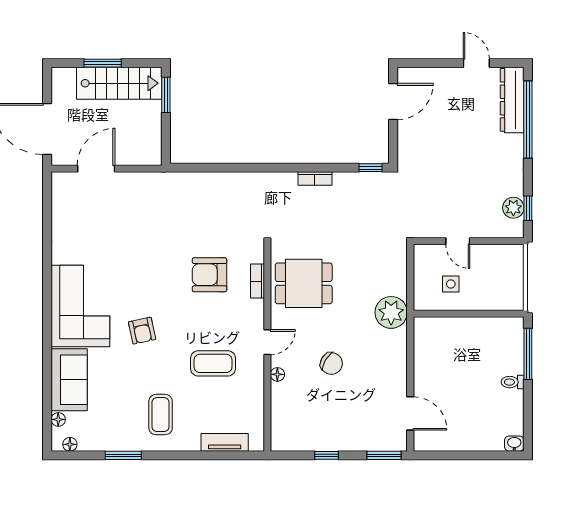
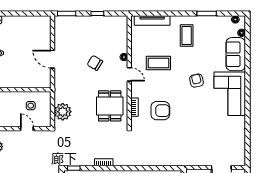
dining table: (304, 283) -> (110, 106), turned 90
plant: (391, 312) -> (63, 112), moved
door: (267, 342) -> (129, 74), swing flipped
door: (410, 413) -> (52, 59), moved
tv unit: (225, 442) -> (152, 21), width x1.41

